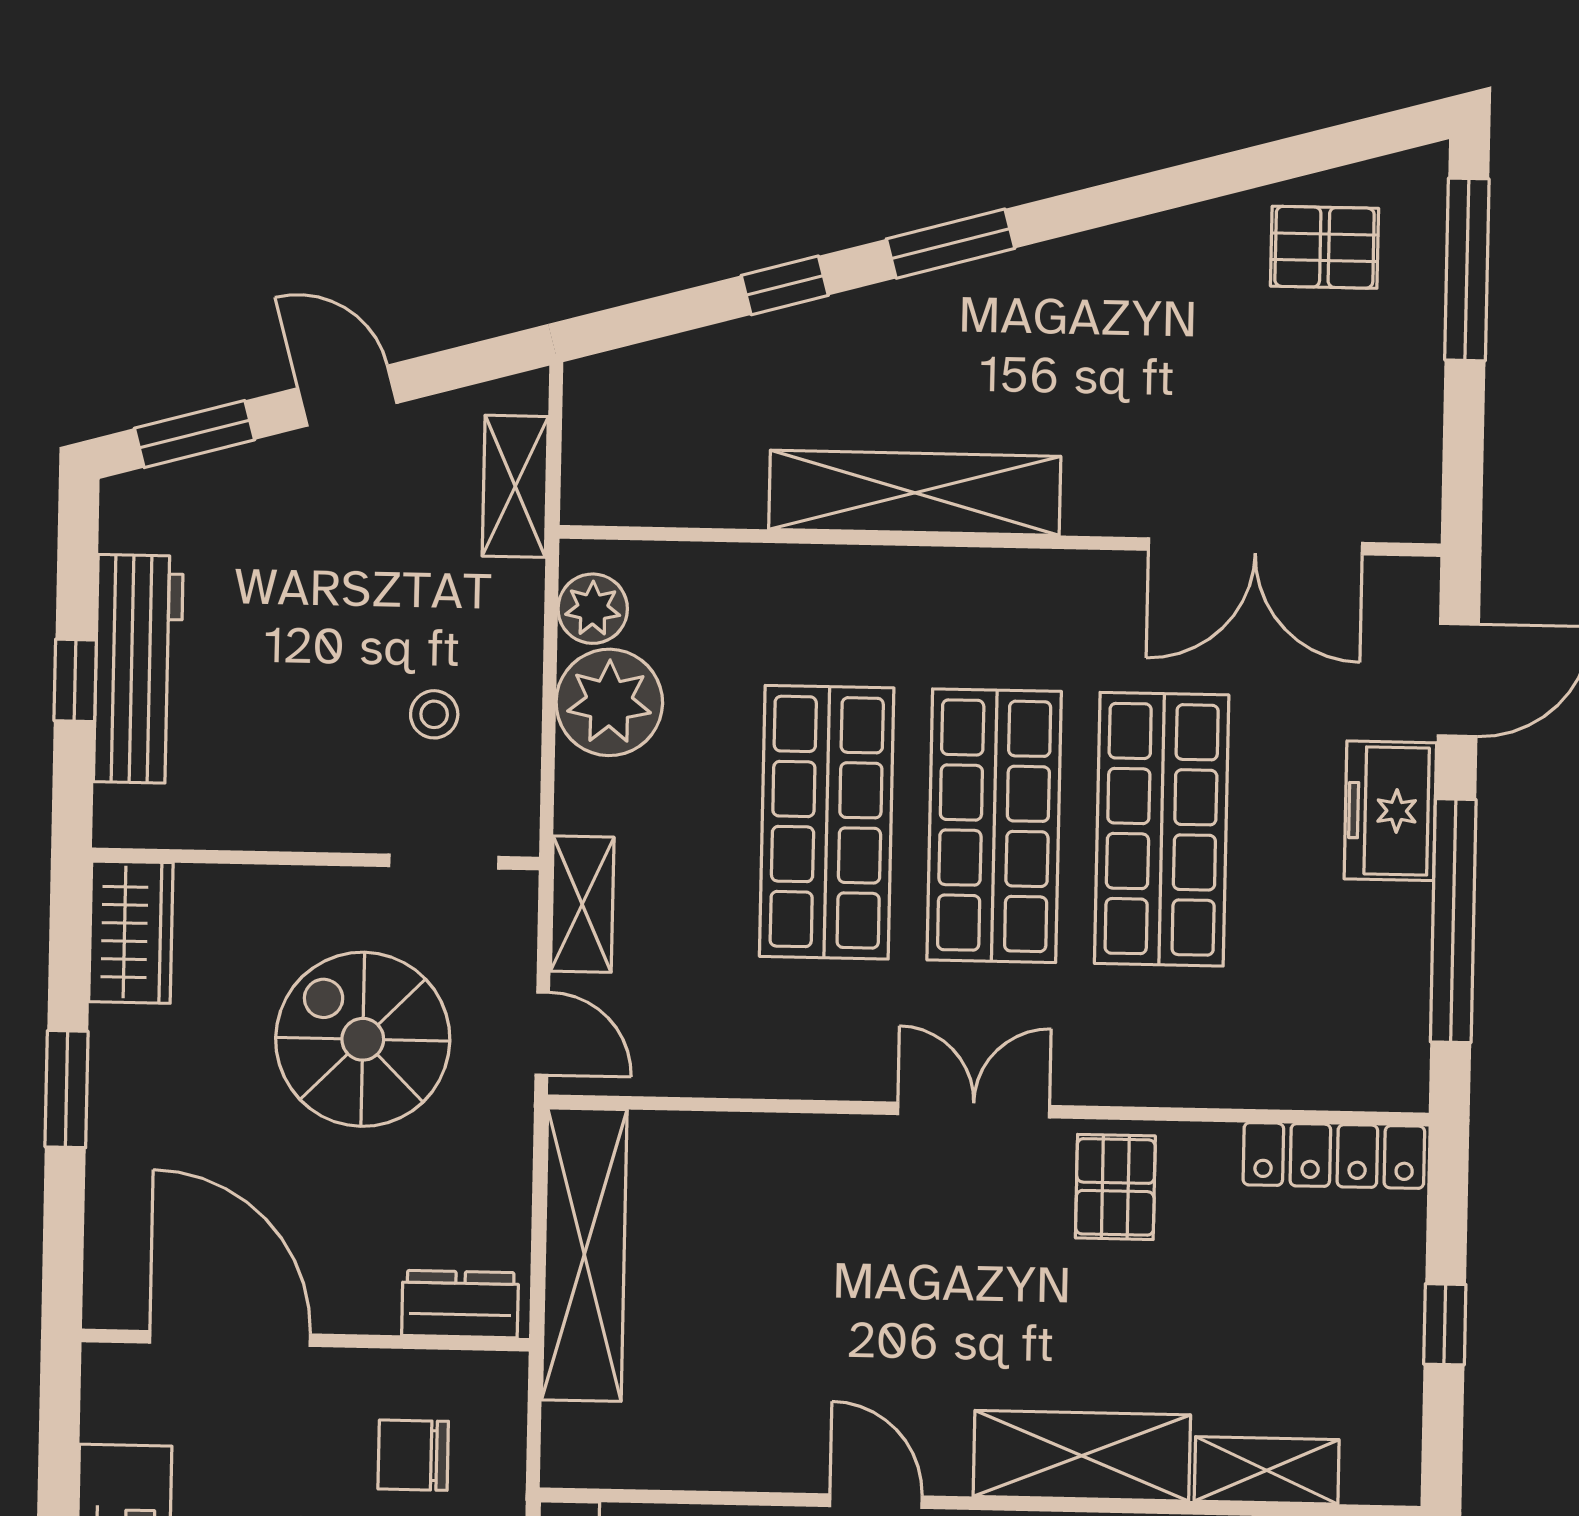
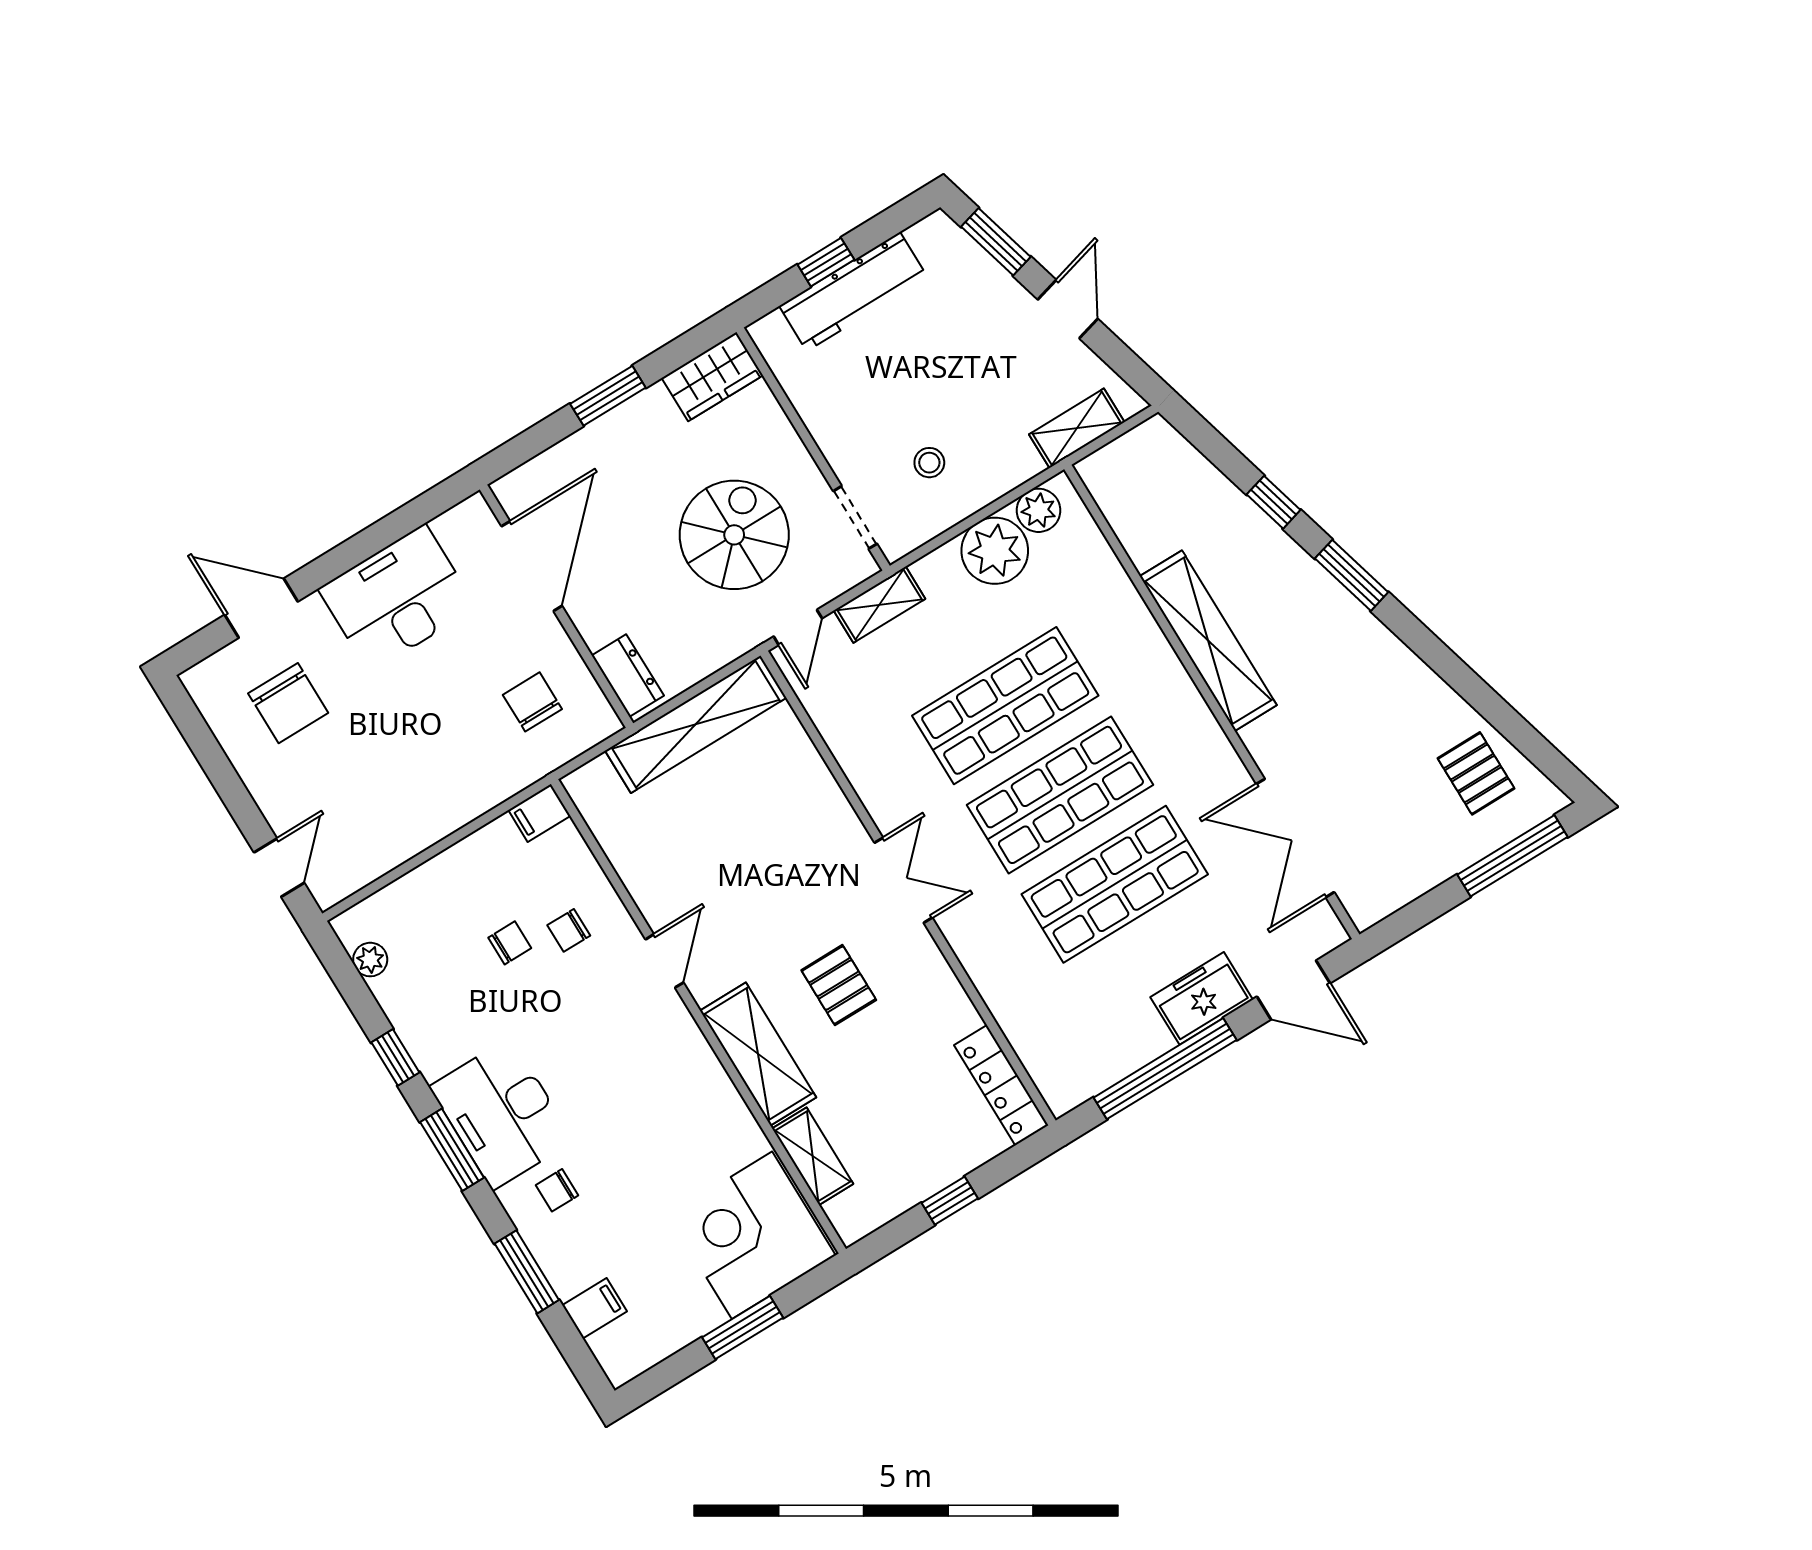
pallet: (1115, 1187) -> (839, 985), moved, turned 90

